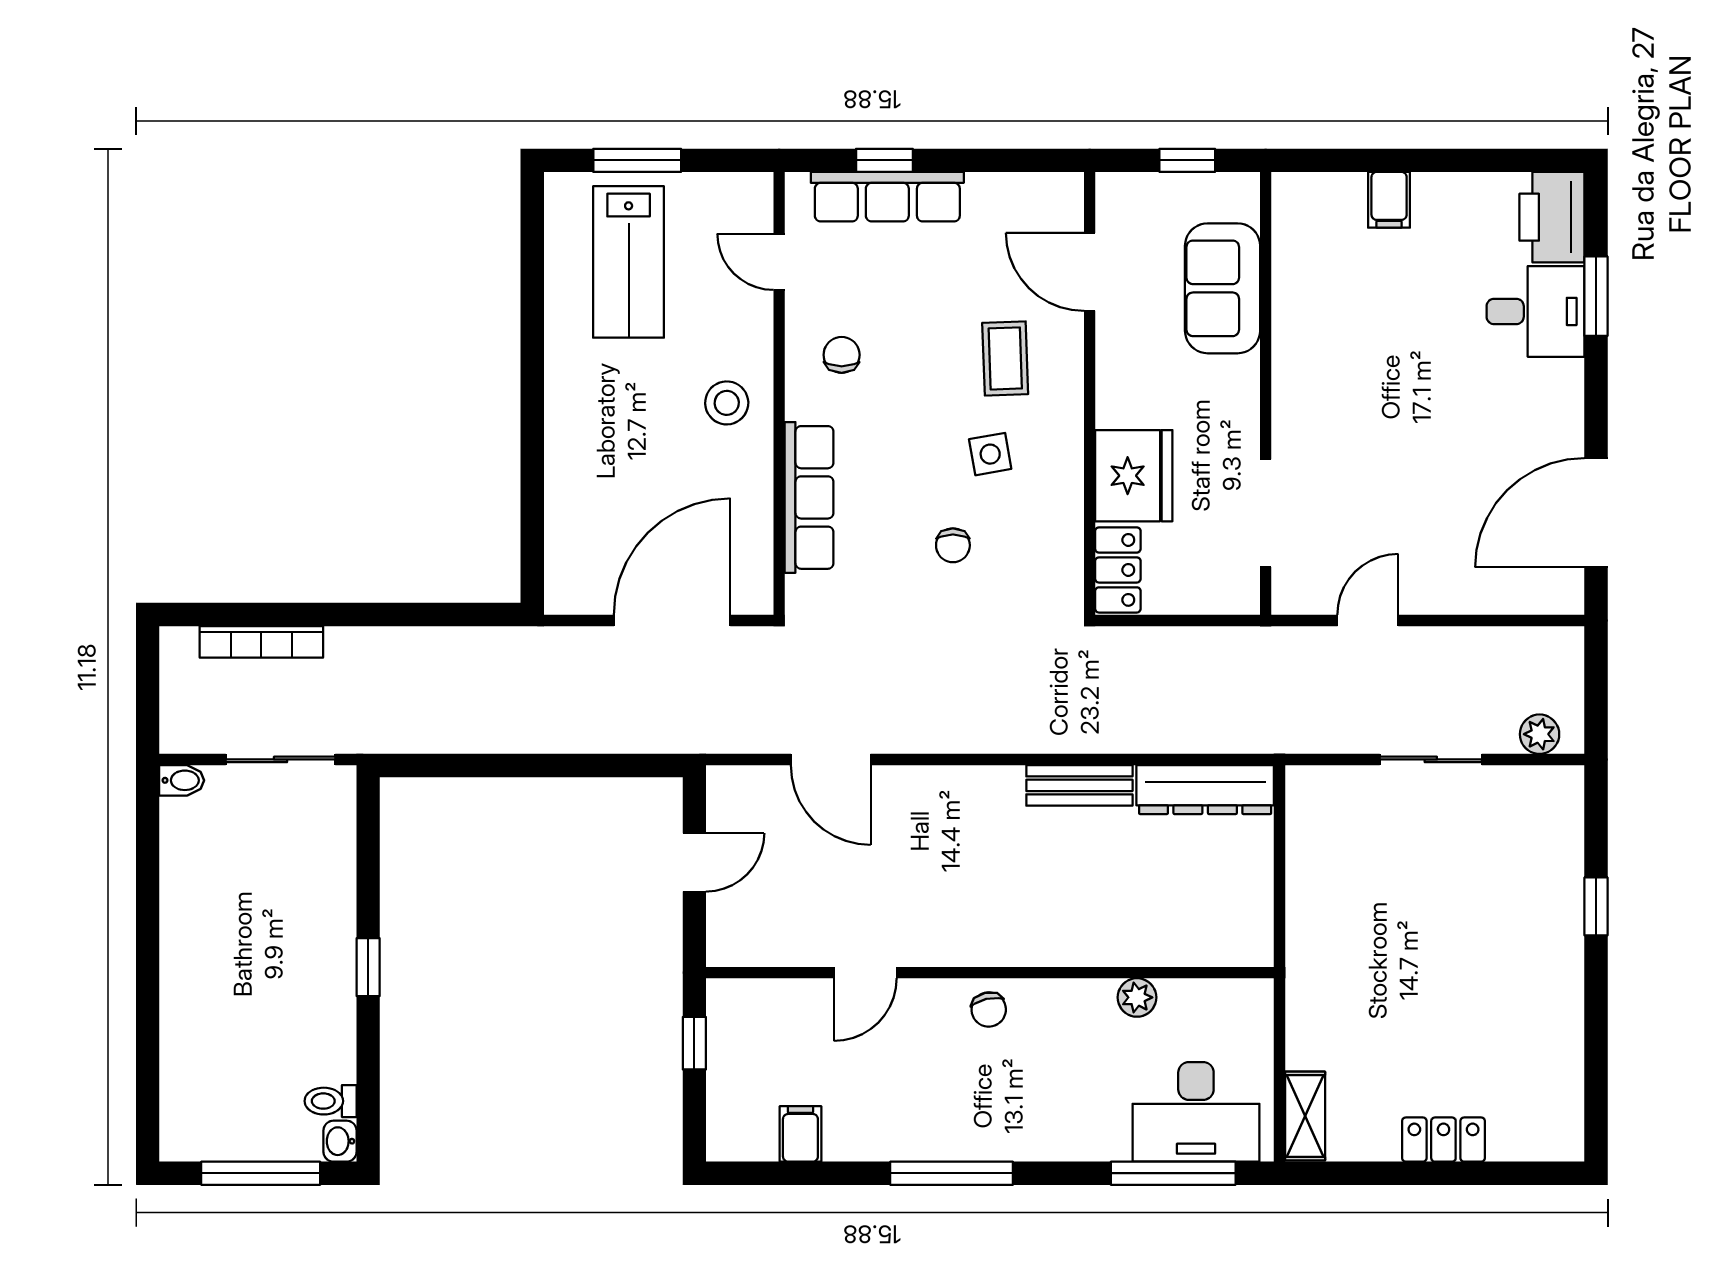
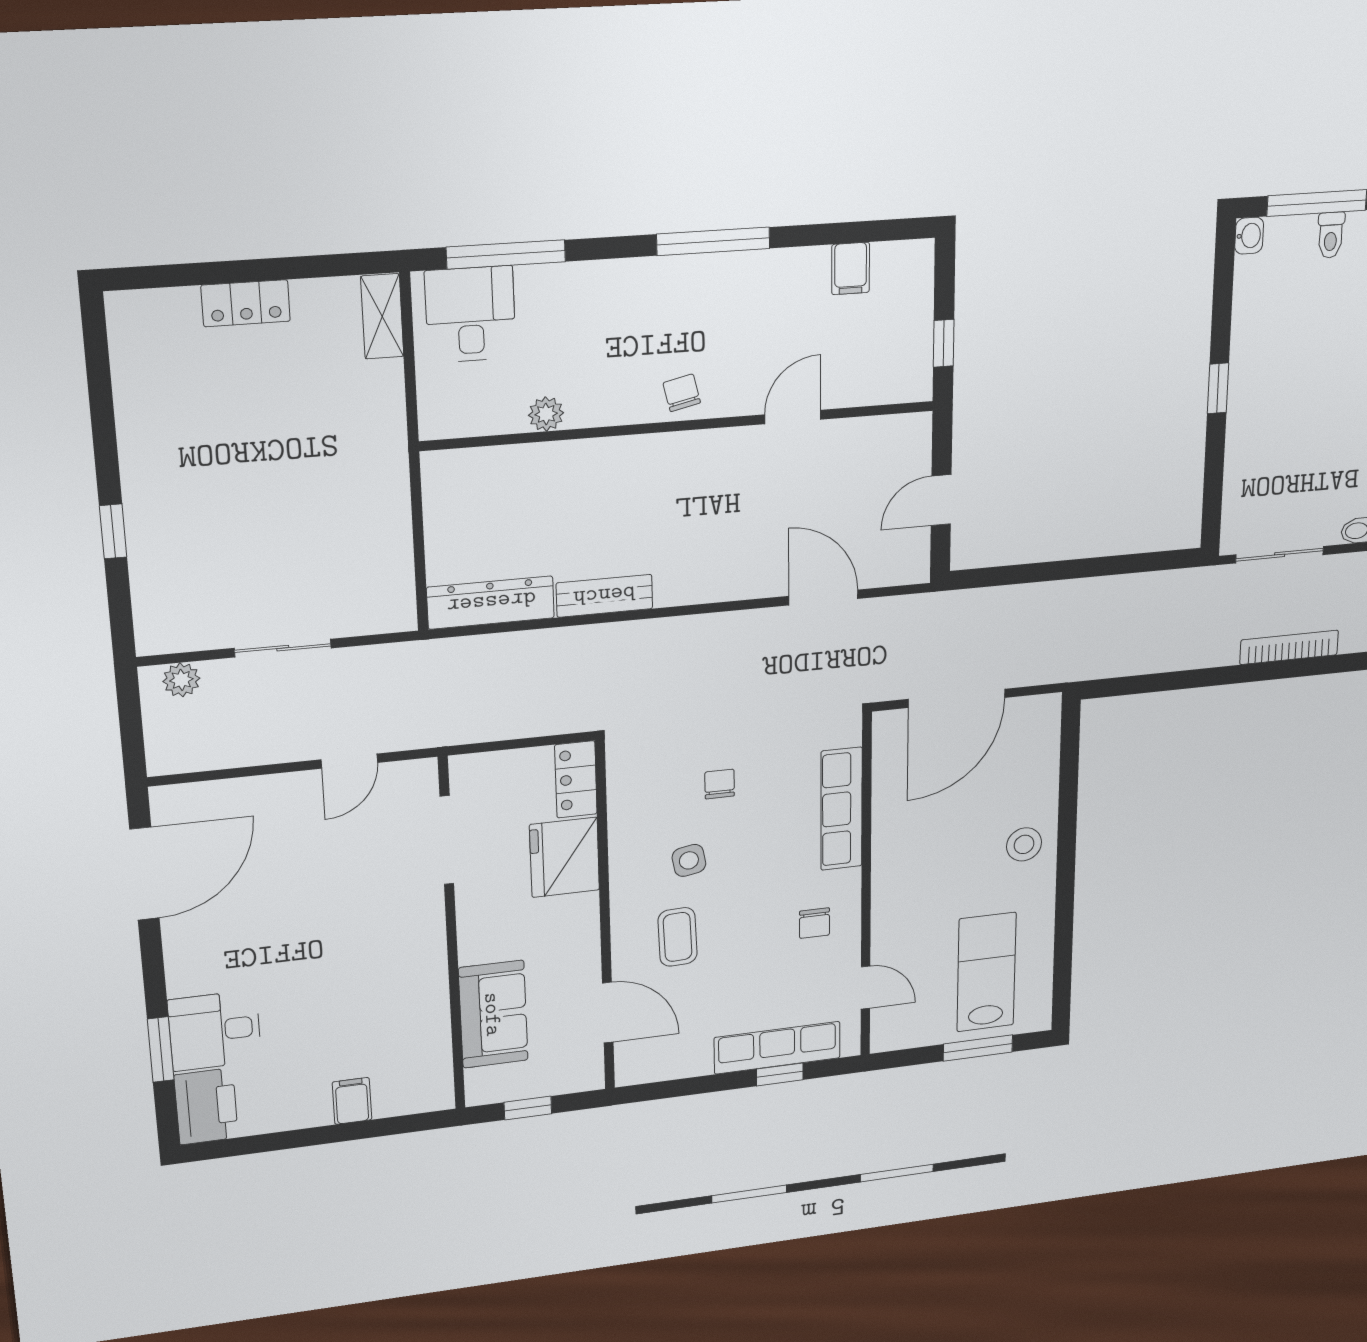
stool: (727, 403) -> (1024, 844), moved
toilet: (331, 1101) -> (1331, 235), moved, turned 90
desk: (1196, 1112) -> (470, 314), width x0.73

